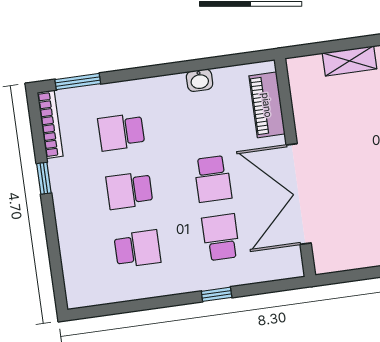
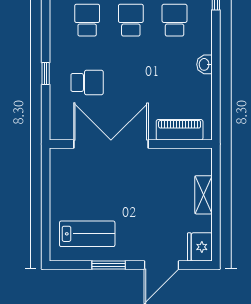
washbasin: (200, 80) -> (205, 64), moved
school desk: (213, 179) -> (131, 82), removed
school desk: (137, 249) -> (87, 20), turned 180

